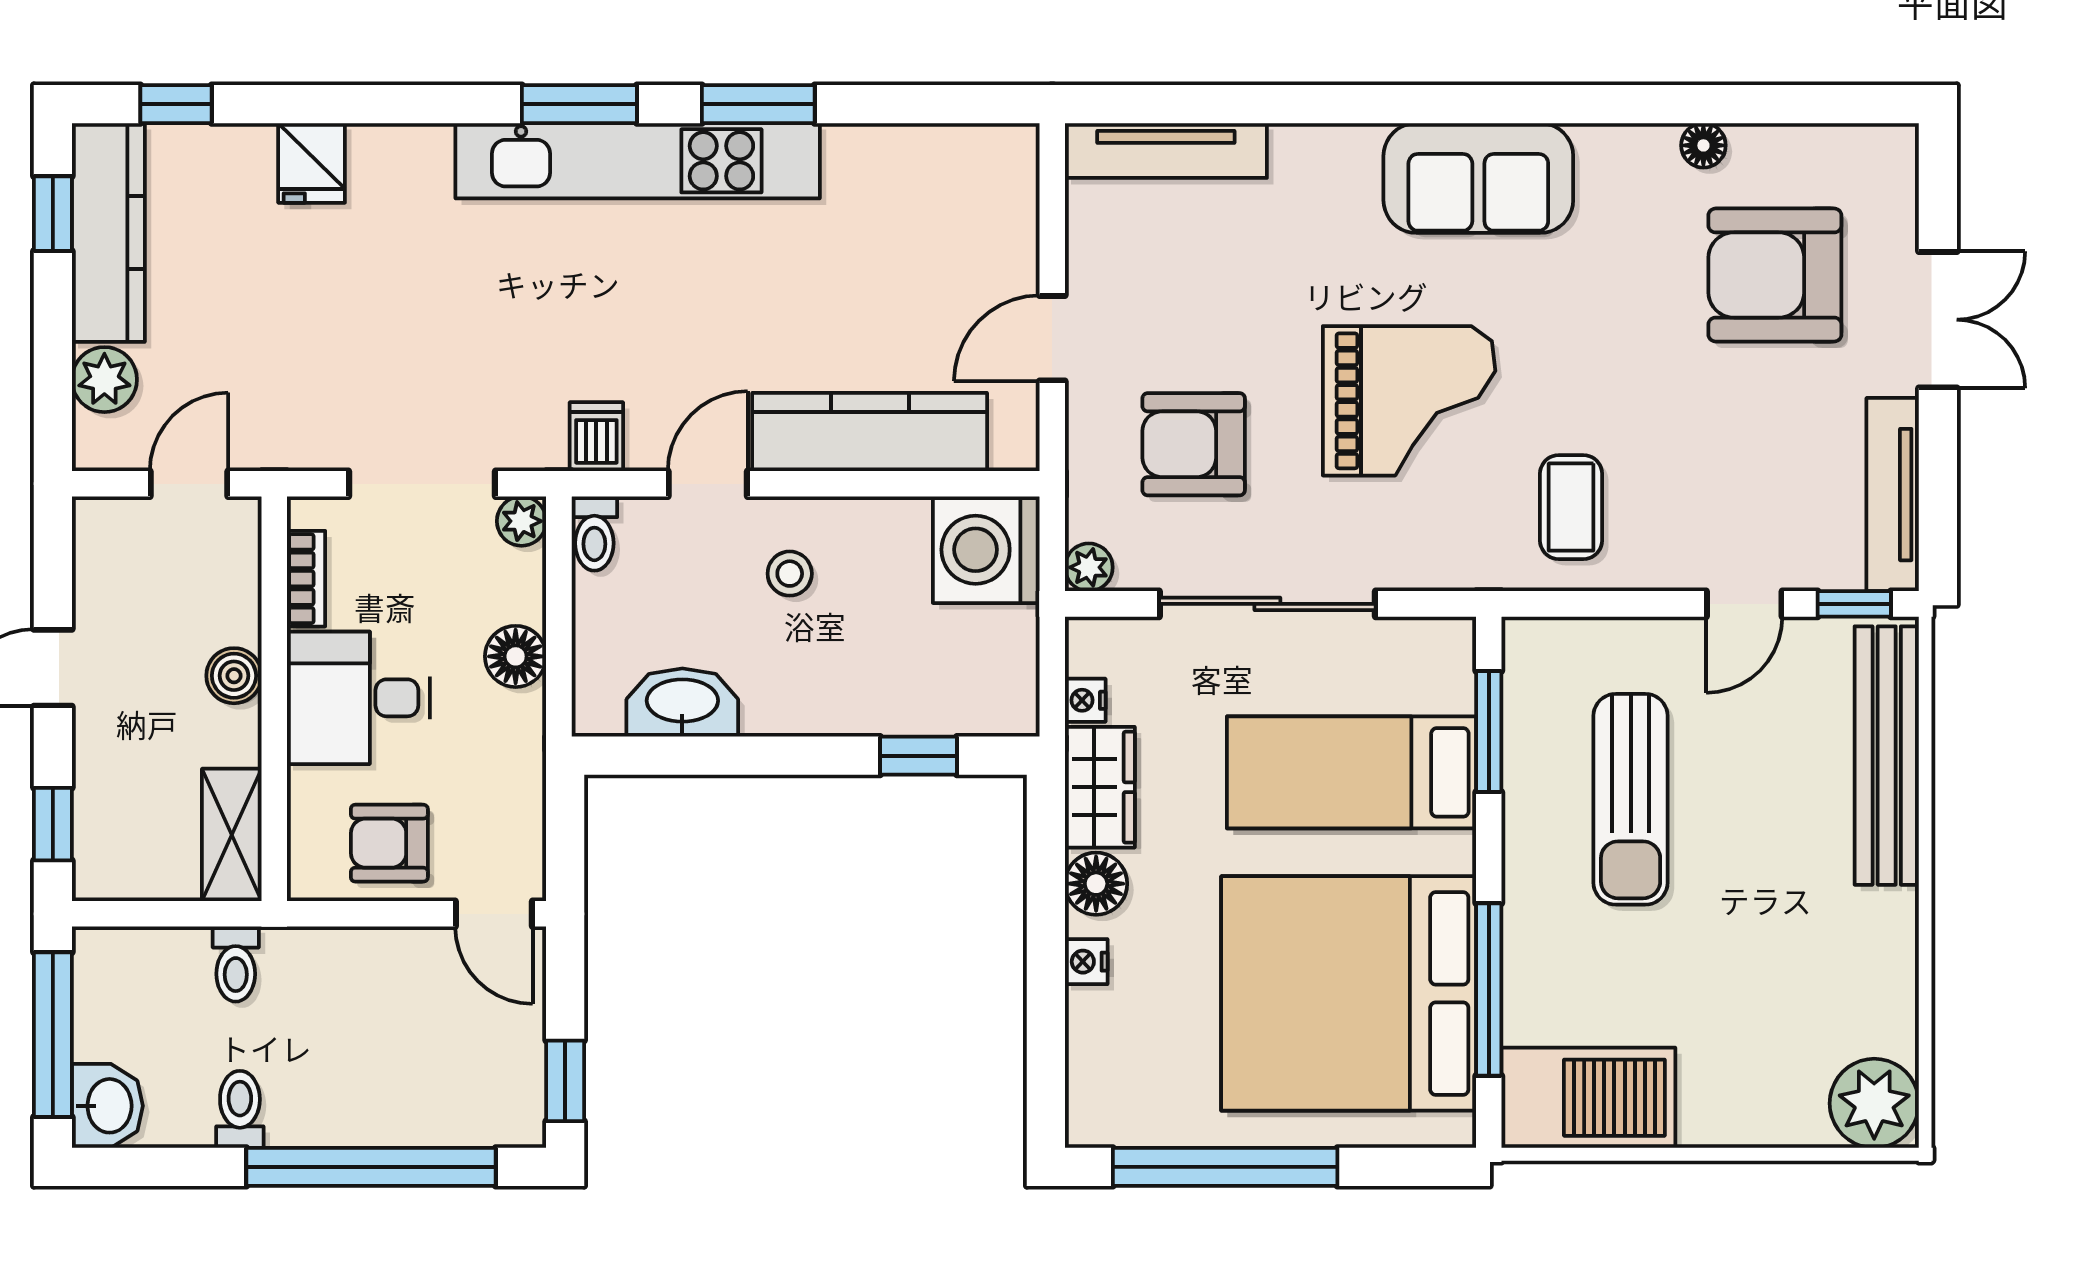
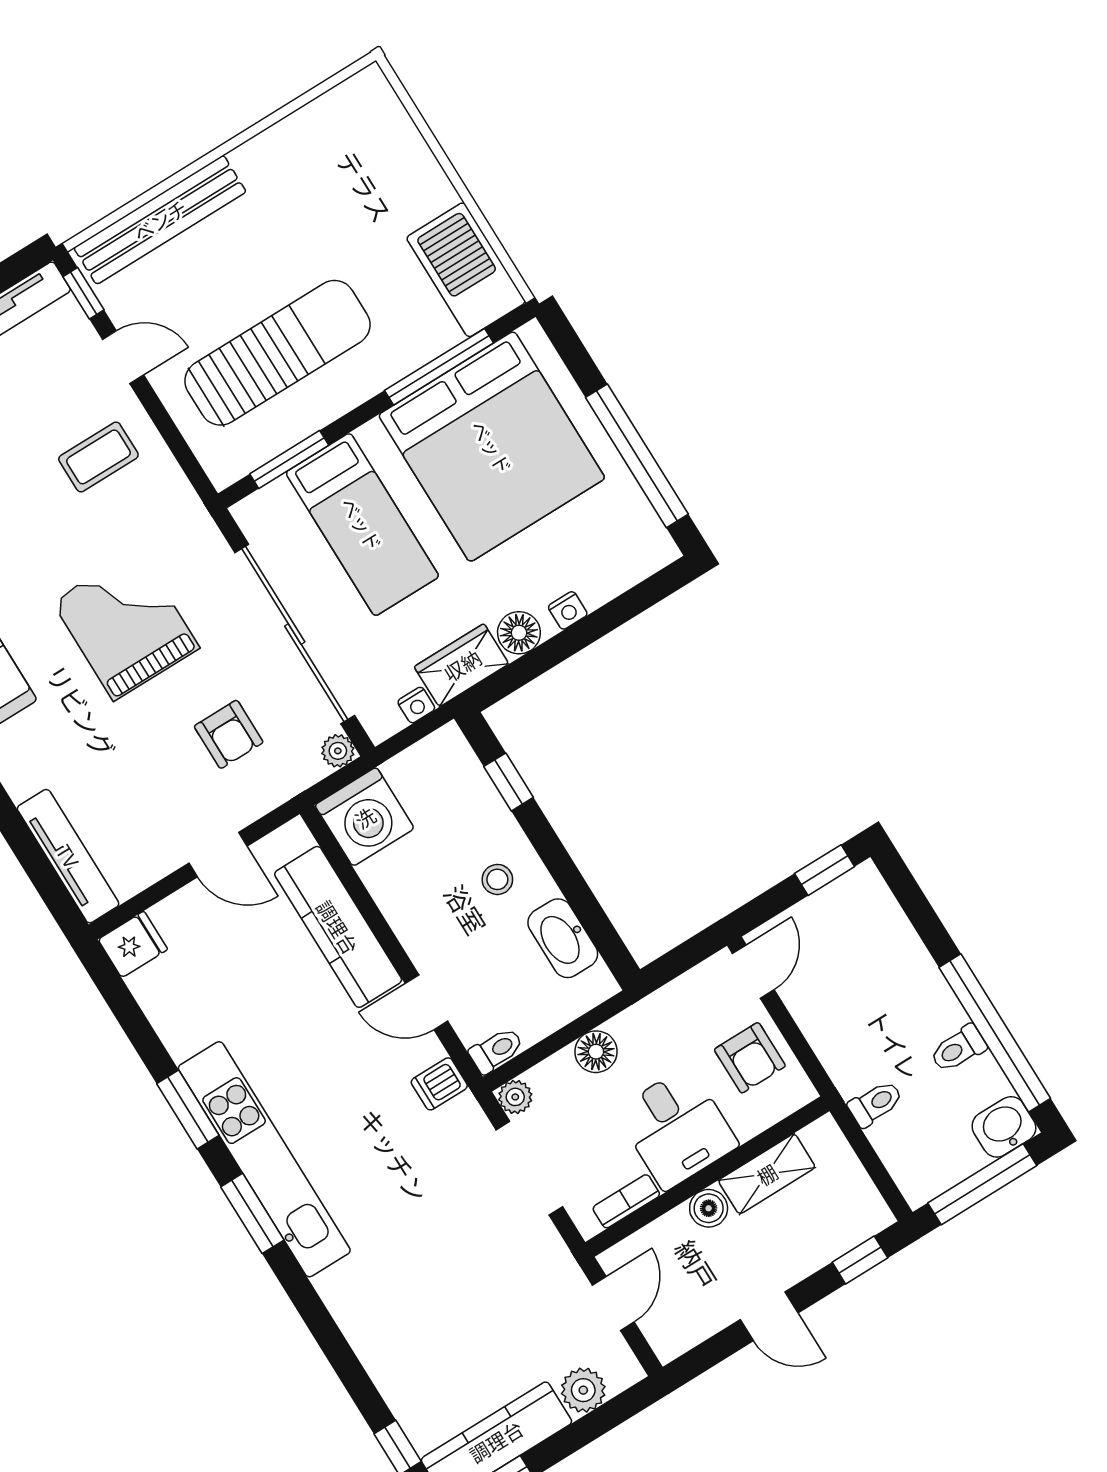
fridge: (312, 163) -> (133, 944), moved
armchair: (1194, 444) -> (229, 734), width x0.72, depth x0.72
door: (189, 484) -> (613, 1304), swing flipped
coffee table: (1571, 507) -> (98, 457), moved
stool: (790, 574) -> (497, 879), moved
sliding door: (1267, 604) -> (295, 634), width x1.36
sun lounger: (1631, 799) -> (277, 353), width x1.36, depth x1.34
shelving: (232, 835) -> (767, 1174), moved
plant: (1874, 1103) -> (366, 102), removed
window: (371, 1167) -> (995, 1033), moved

